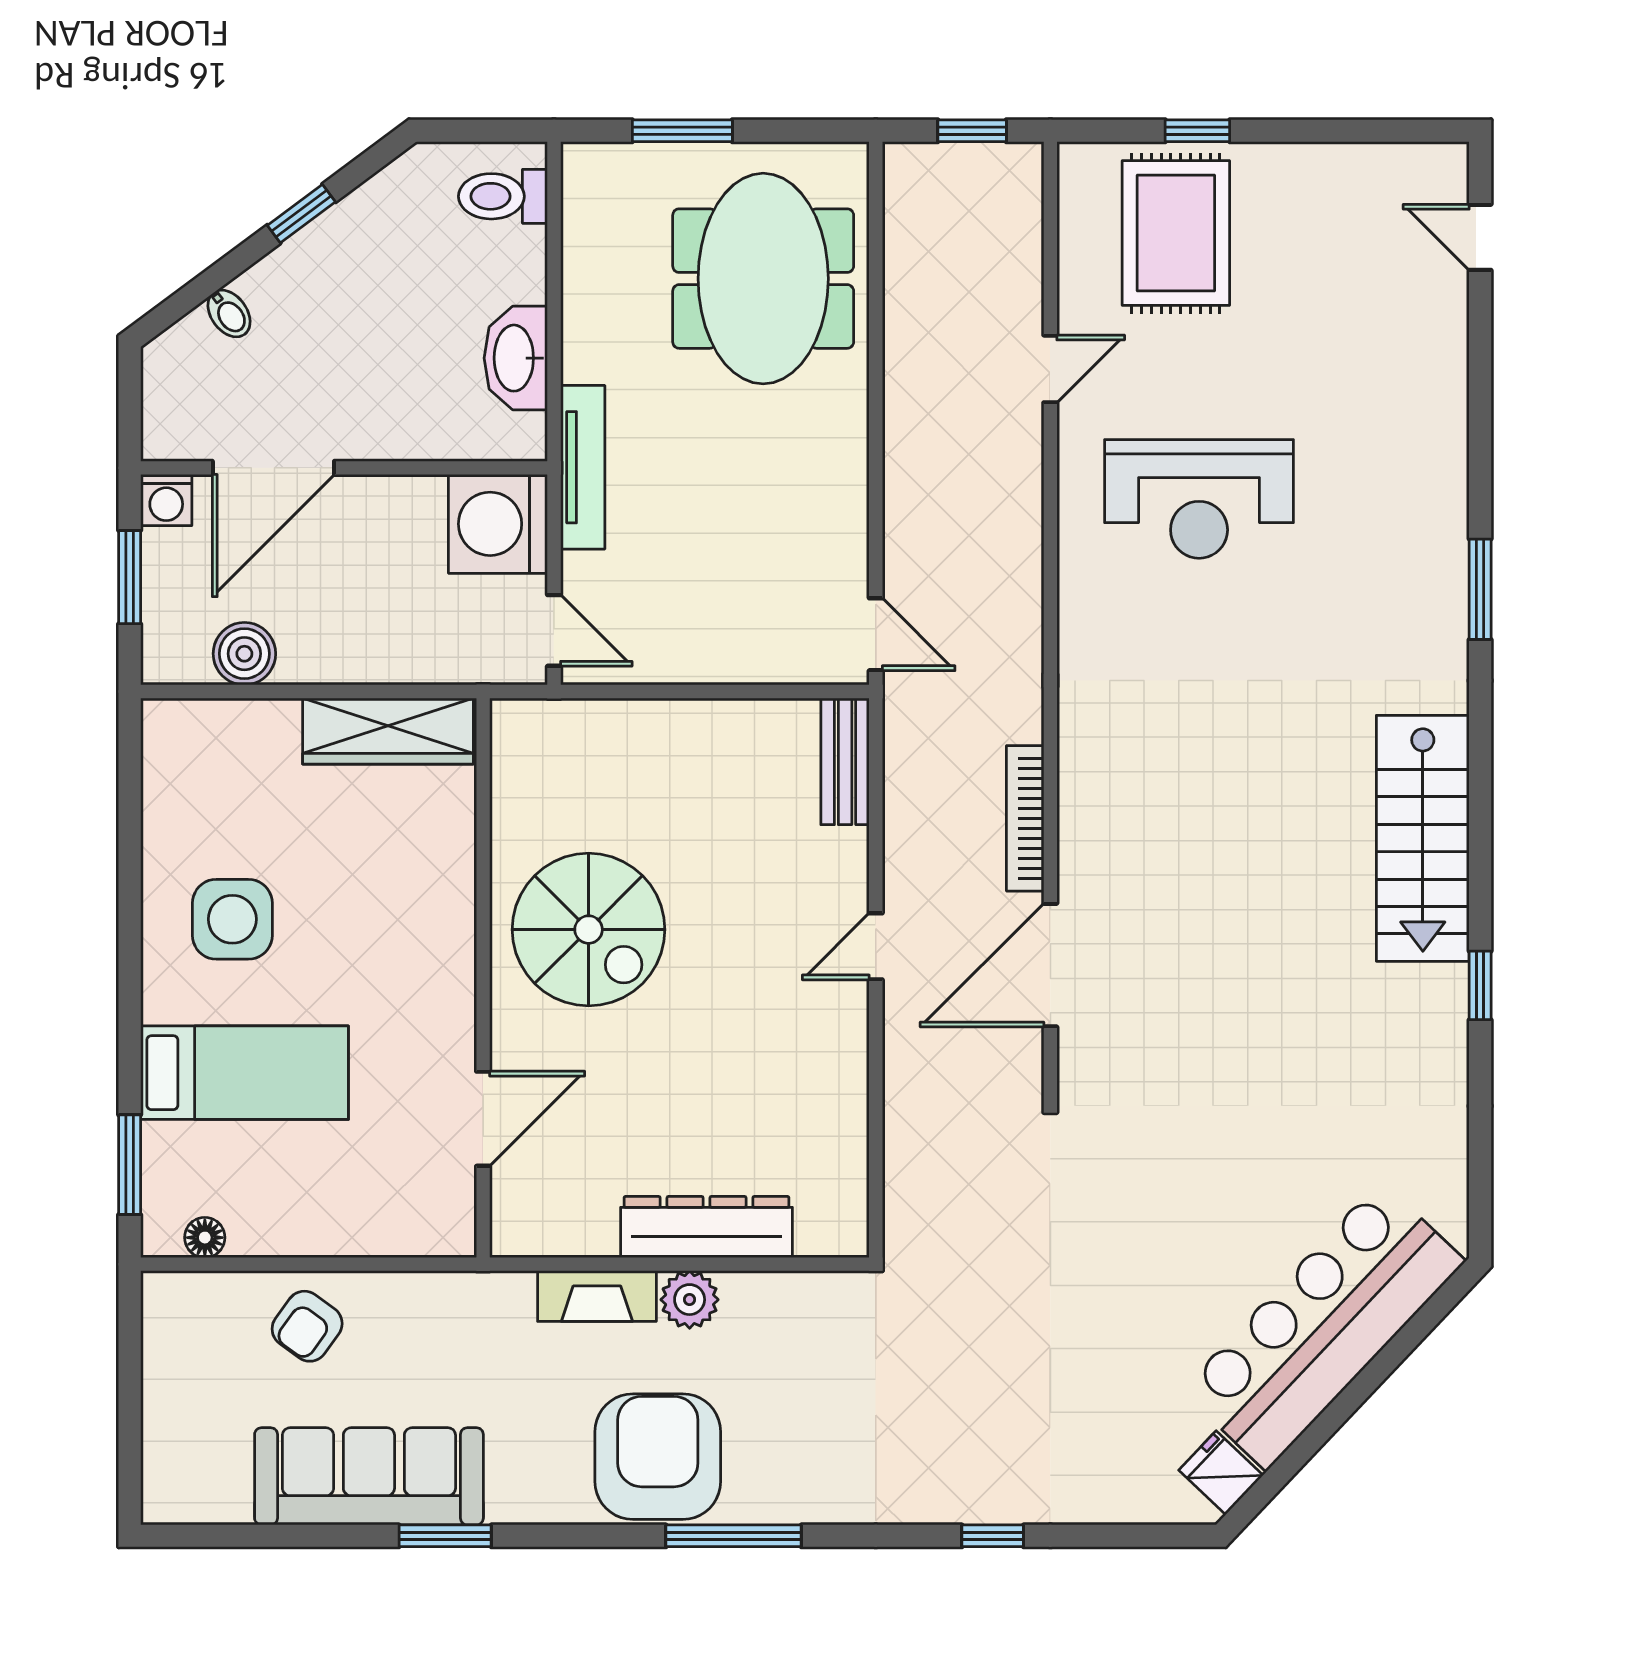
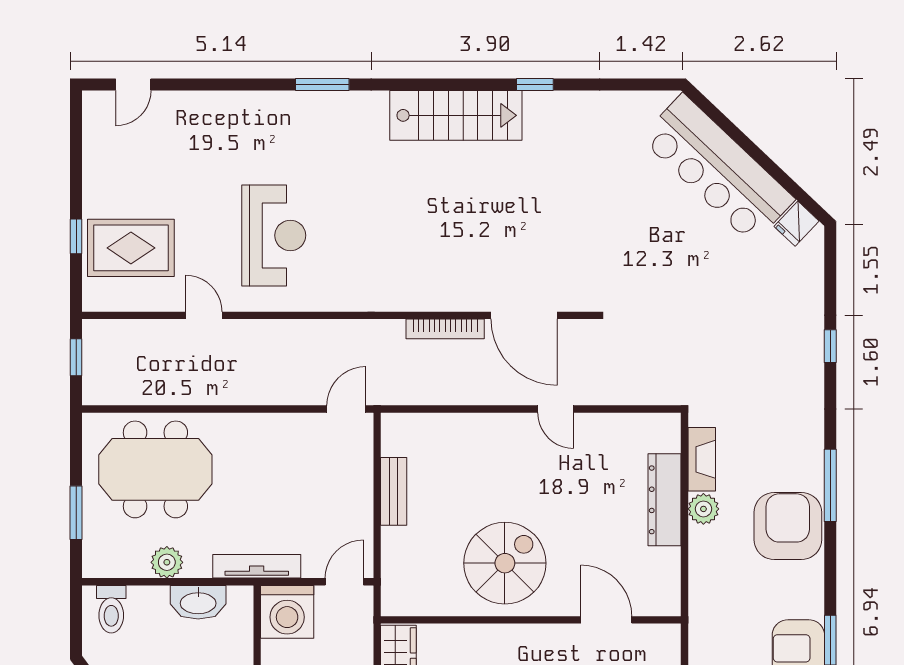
plant: (590, 300) -> (167, 562), added
bench: (845, 761) -> (394, 491), moved, turned 90
door: (876, 946) -> (556, 409), moved
fireplace: (597, 1296) -> (702, 459), moved
armchair: (658, 1457) -> (788, 526), turned 90

